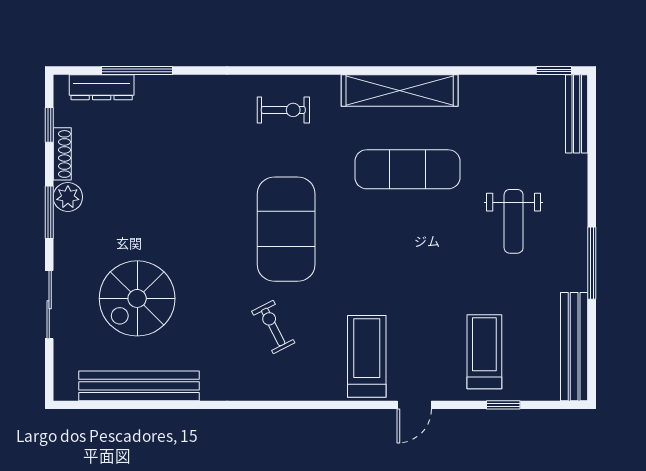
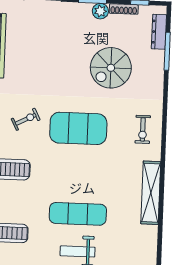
exercise mat: (407, 169) -> (78, 214), moved, turned 90
spiral stairs: (137, 298) -> (111, 68), moved, turned -90

